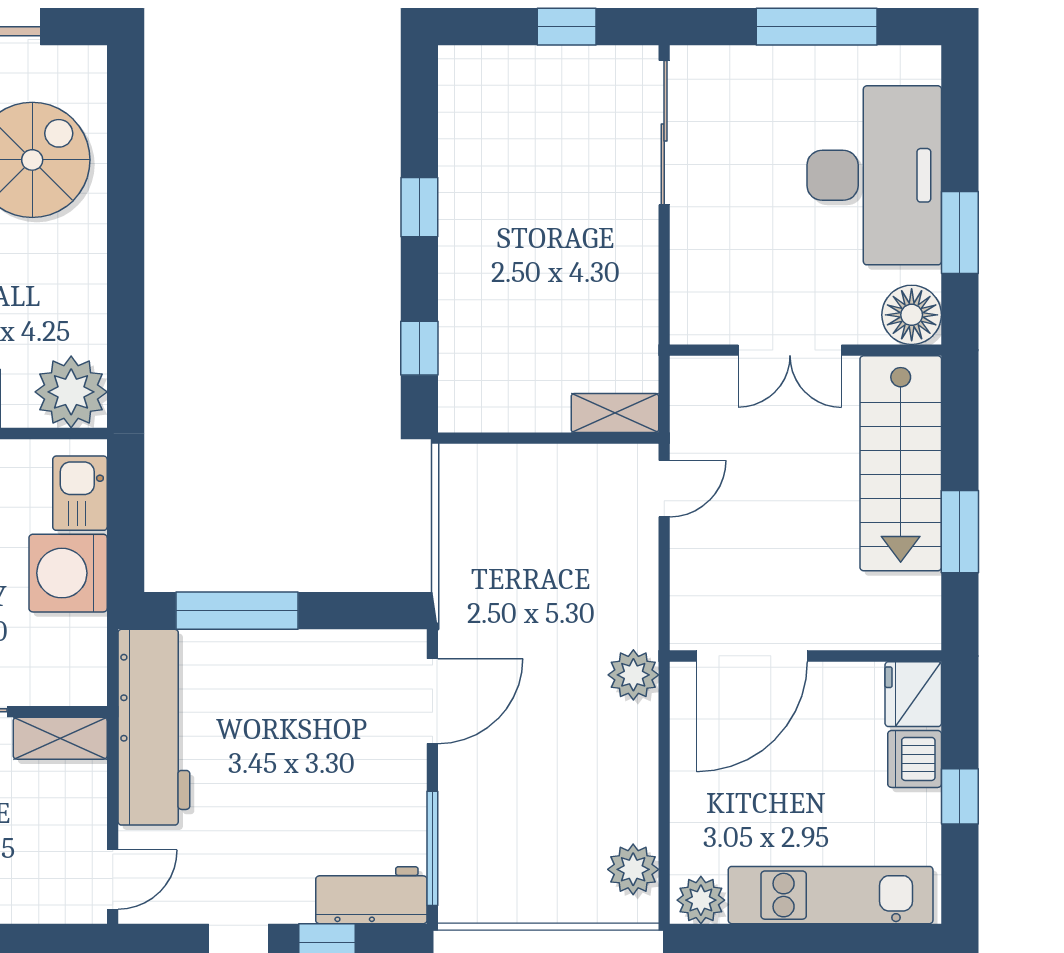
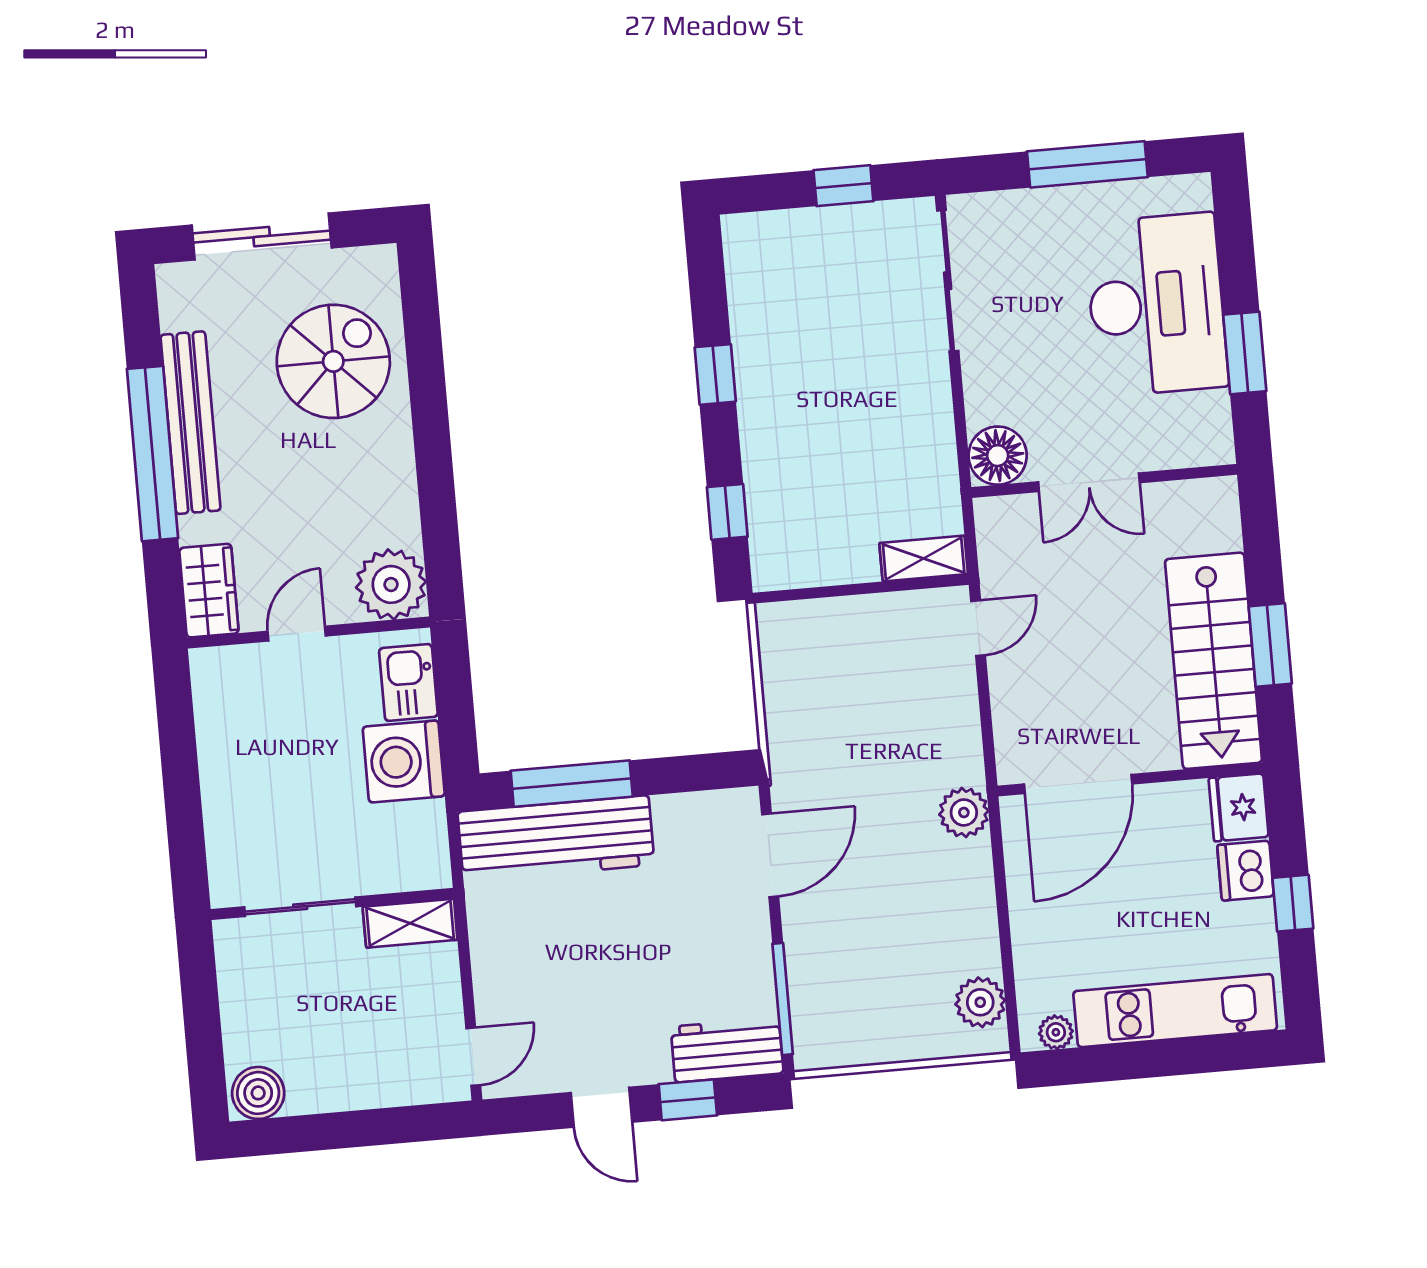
floor lamp: (912, 315) -> (998, 456), moved
stairs: (901, 463) -> (1214, 661), moved
workbench: (154, 727) -> (556, 838), moved, turned 90
plant: (701, 900) -> (1056, 1032), width x0.73, depth x0.73

